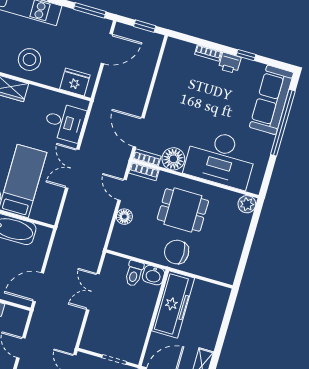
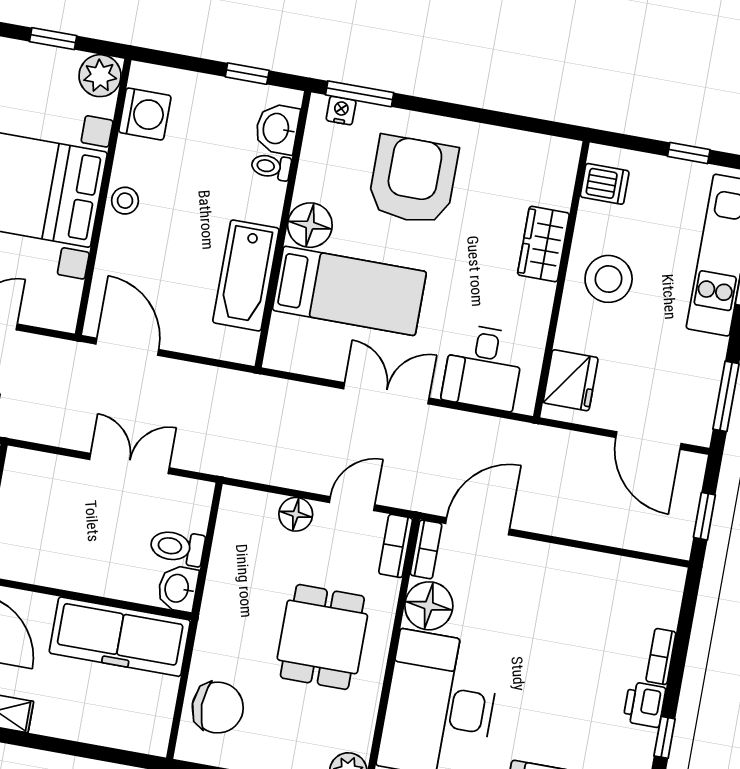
chair: (177, 252) -> (218, 708), moved, turned 90

